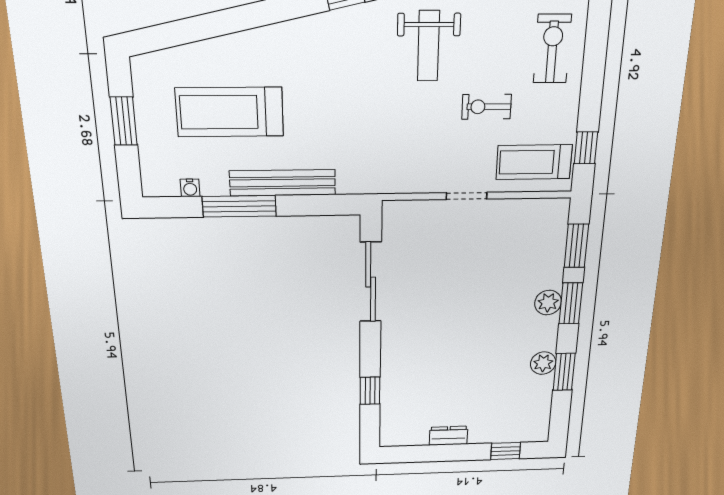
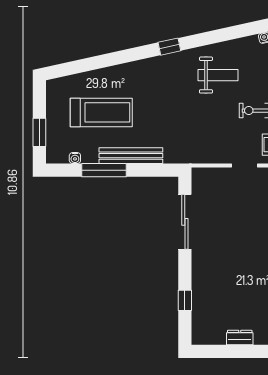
weight bench: (428, 46) -> (218, 75), turned -90
treadmill: (230, 112) -> (101, 112), turned 180
window: (124, 121) -> (39, 132), moved

